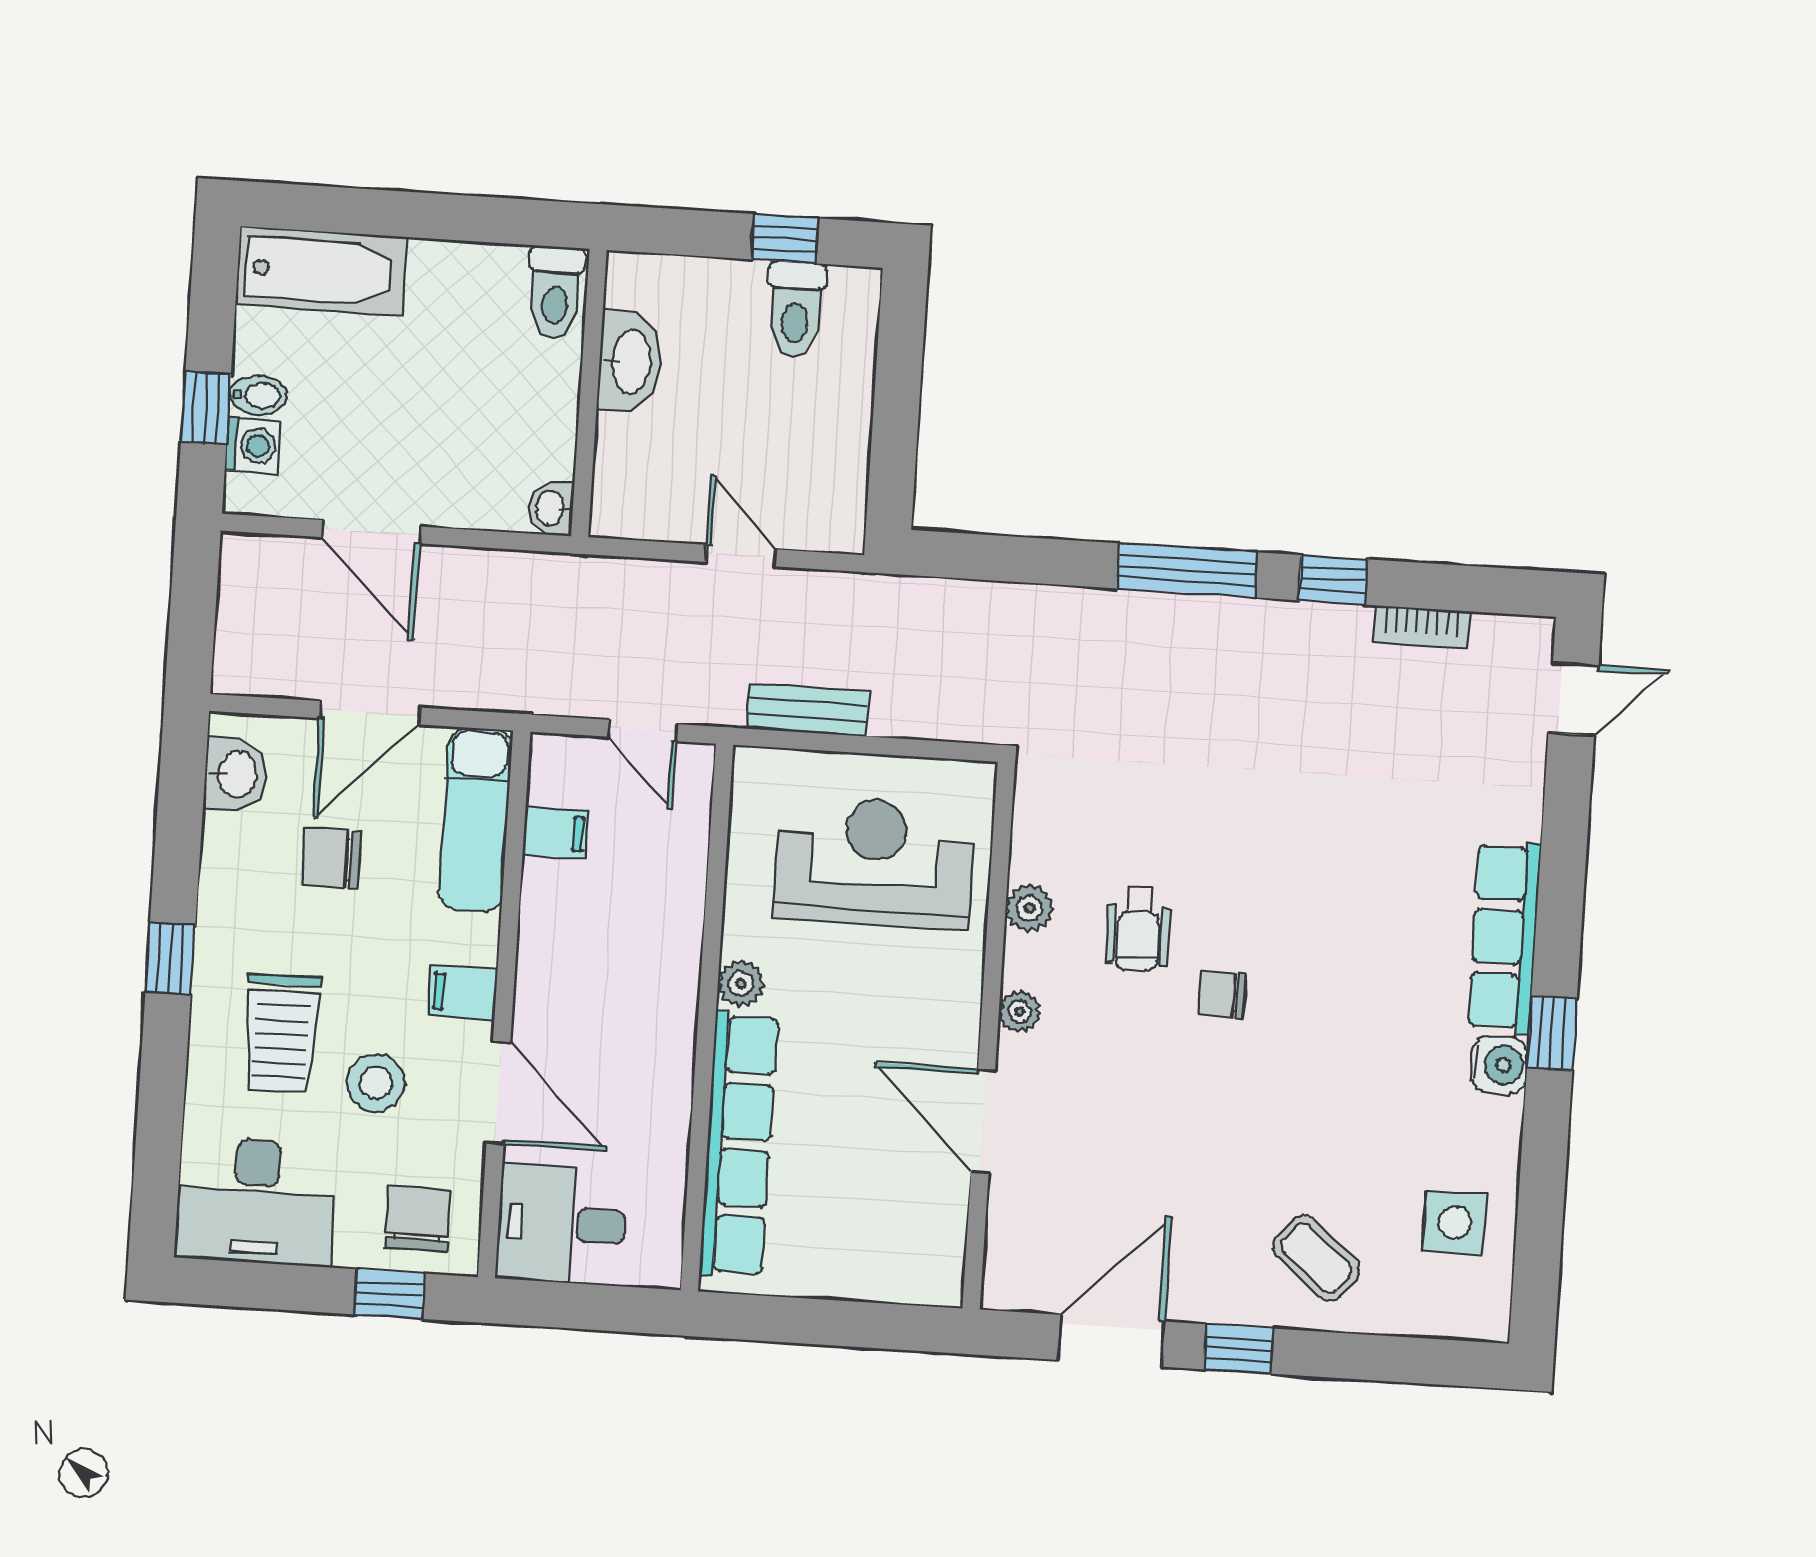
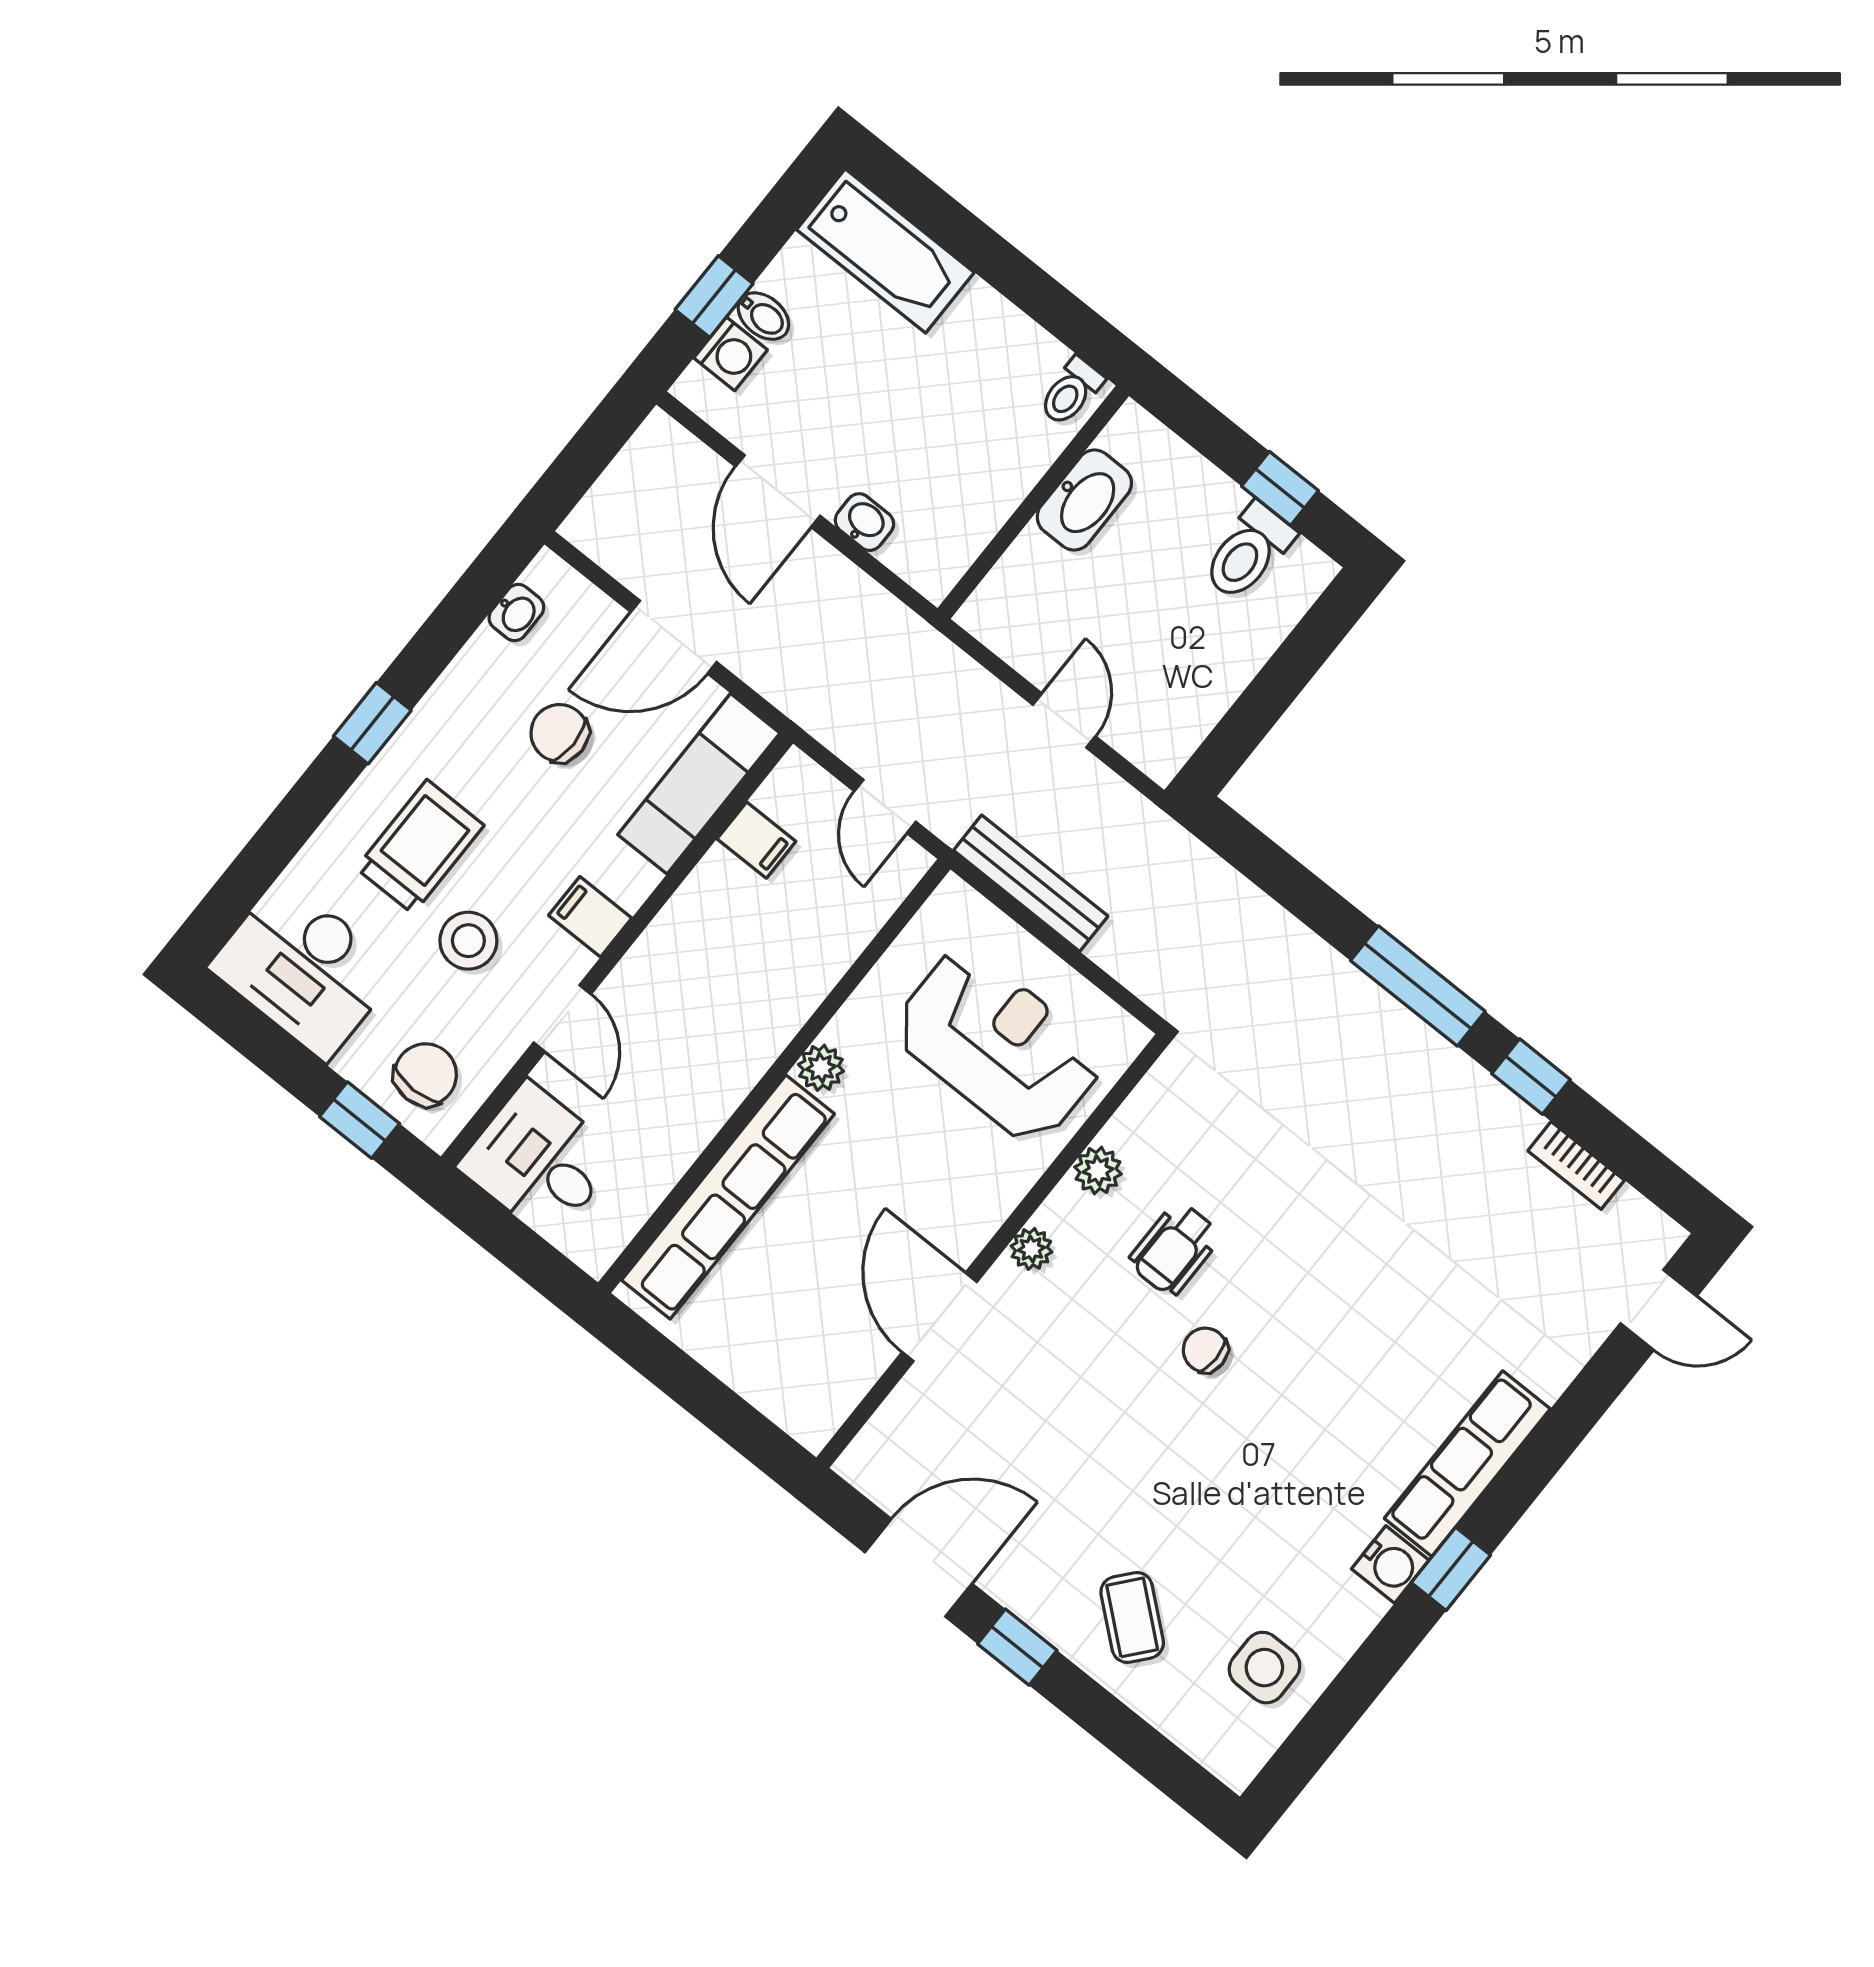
toilet: (555, 293) -> (1071, 392), width x0.73, depth x0.72
washbasin: (551, 508) -> (864, 522), moved, turned 90
bench: (807, 710) -> (1031, 883), width x1.36
washbasin: (235, 774) -> (516, 613), width x0.72, depth x0.69
trolley: (281, 1033) -> (420, 847), turned 180
door: (498, 1093) -> (562, 1018), width x0.73

